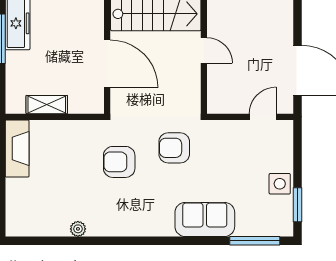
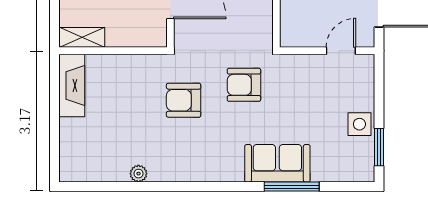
shelving: (47, 105) -> (82, 37), moved
window: (255, 241) -> (292, 187), moved

